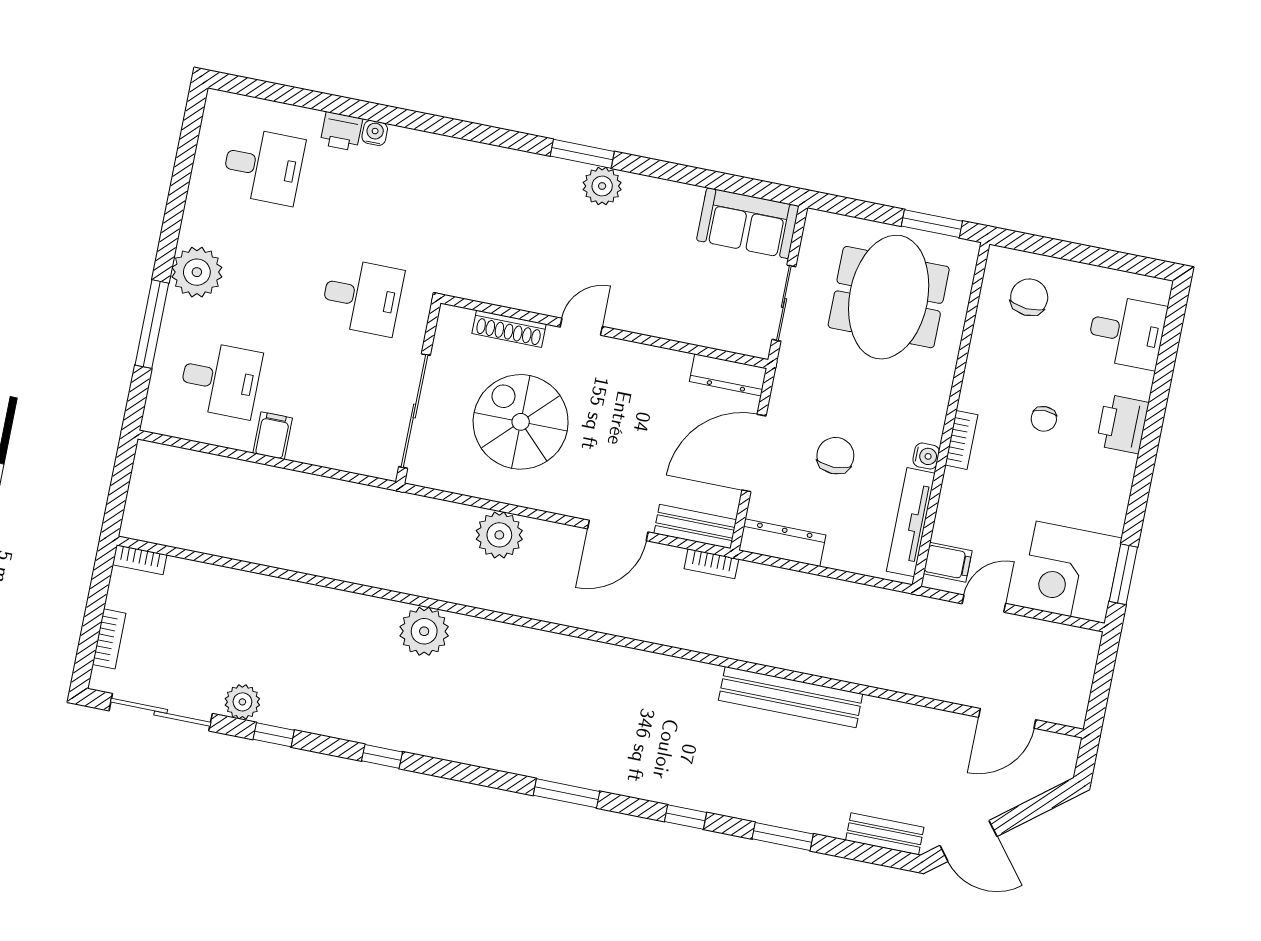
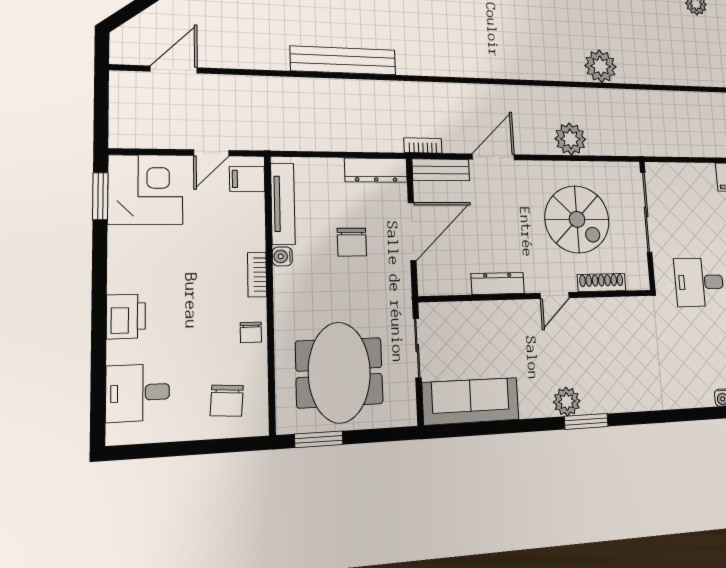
sofa: (748, 223) -> (471, 401), width x1.36
dresser: (728, 375) -> (498, 283), moved
chair: (1044, 419) -> (251, 332), moved, turned 180

